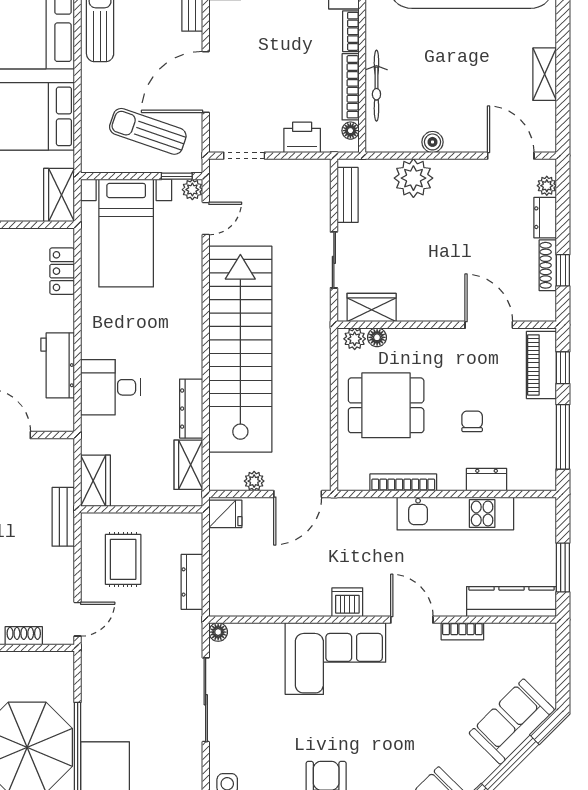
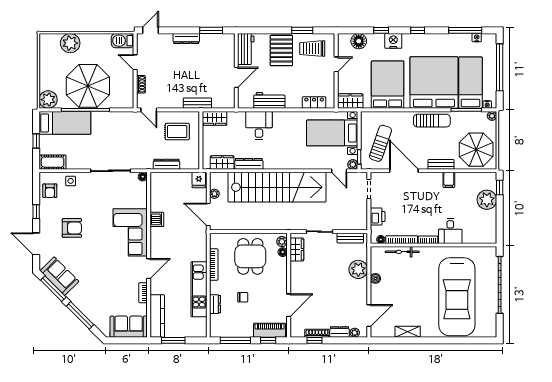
dishwasher: (347, 602) -> (157, 219), moved
sofa: (512, 722) -> (129, 327), moved, turned -45

